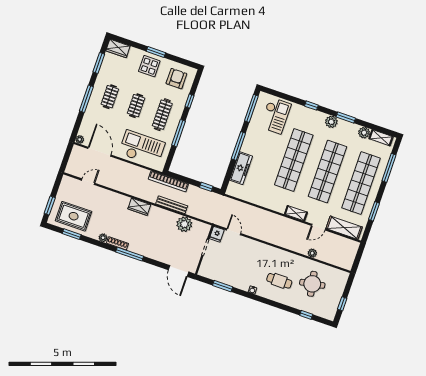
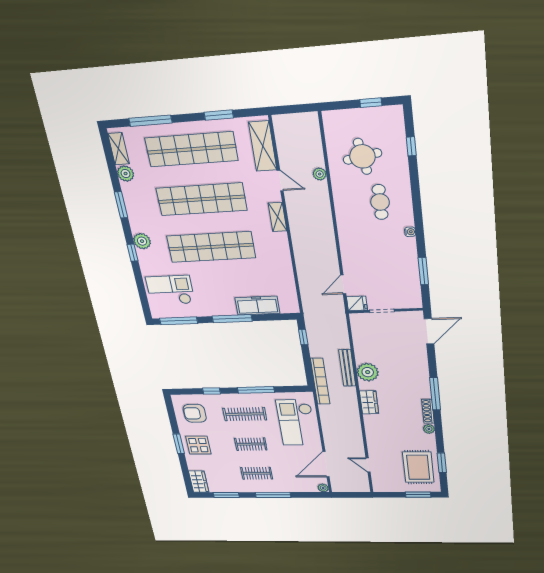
plant: (331, 122) -> (142, 241), moved
plant: (184, 224) -> (368, 372), moved

